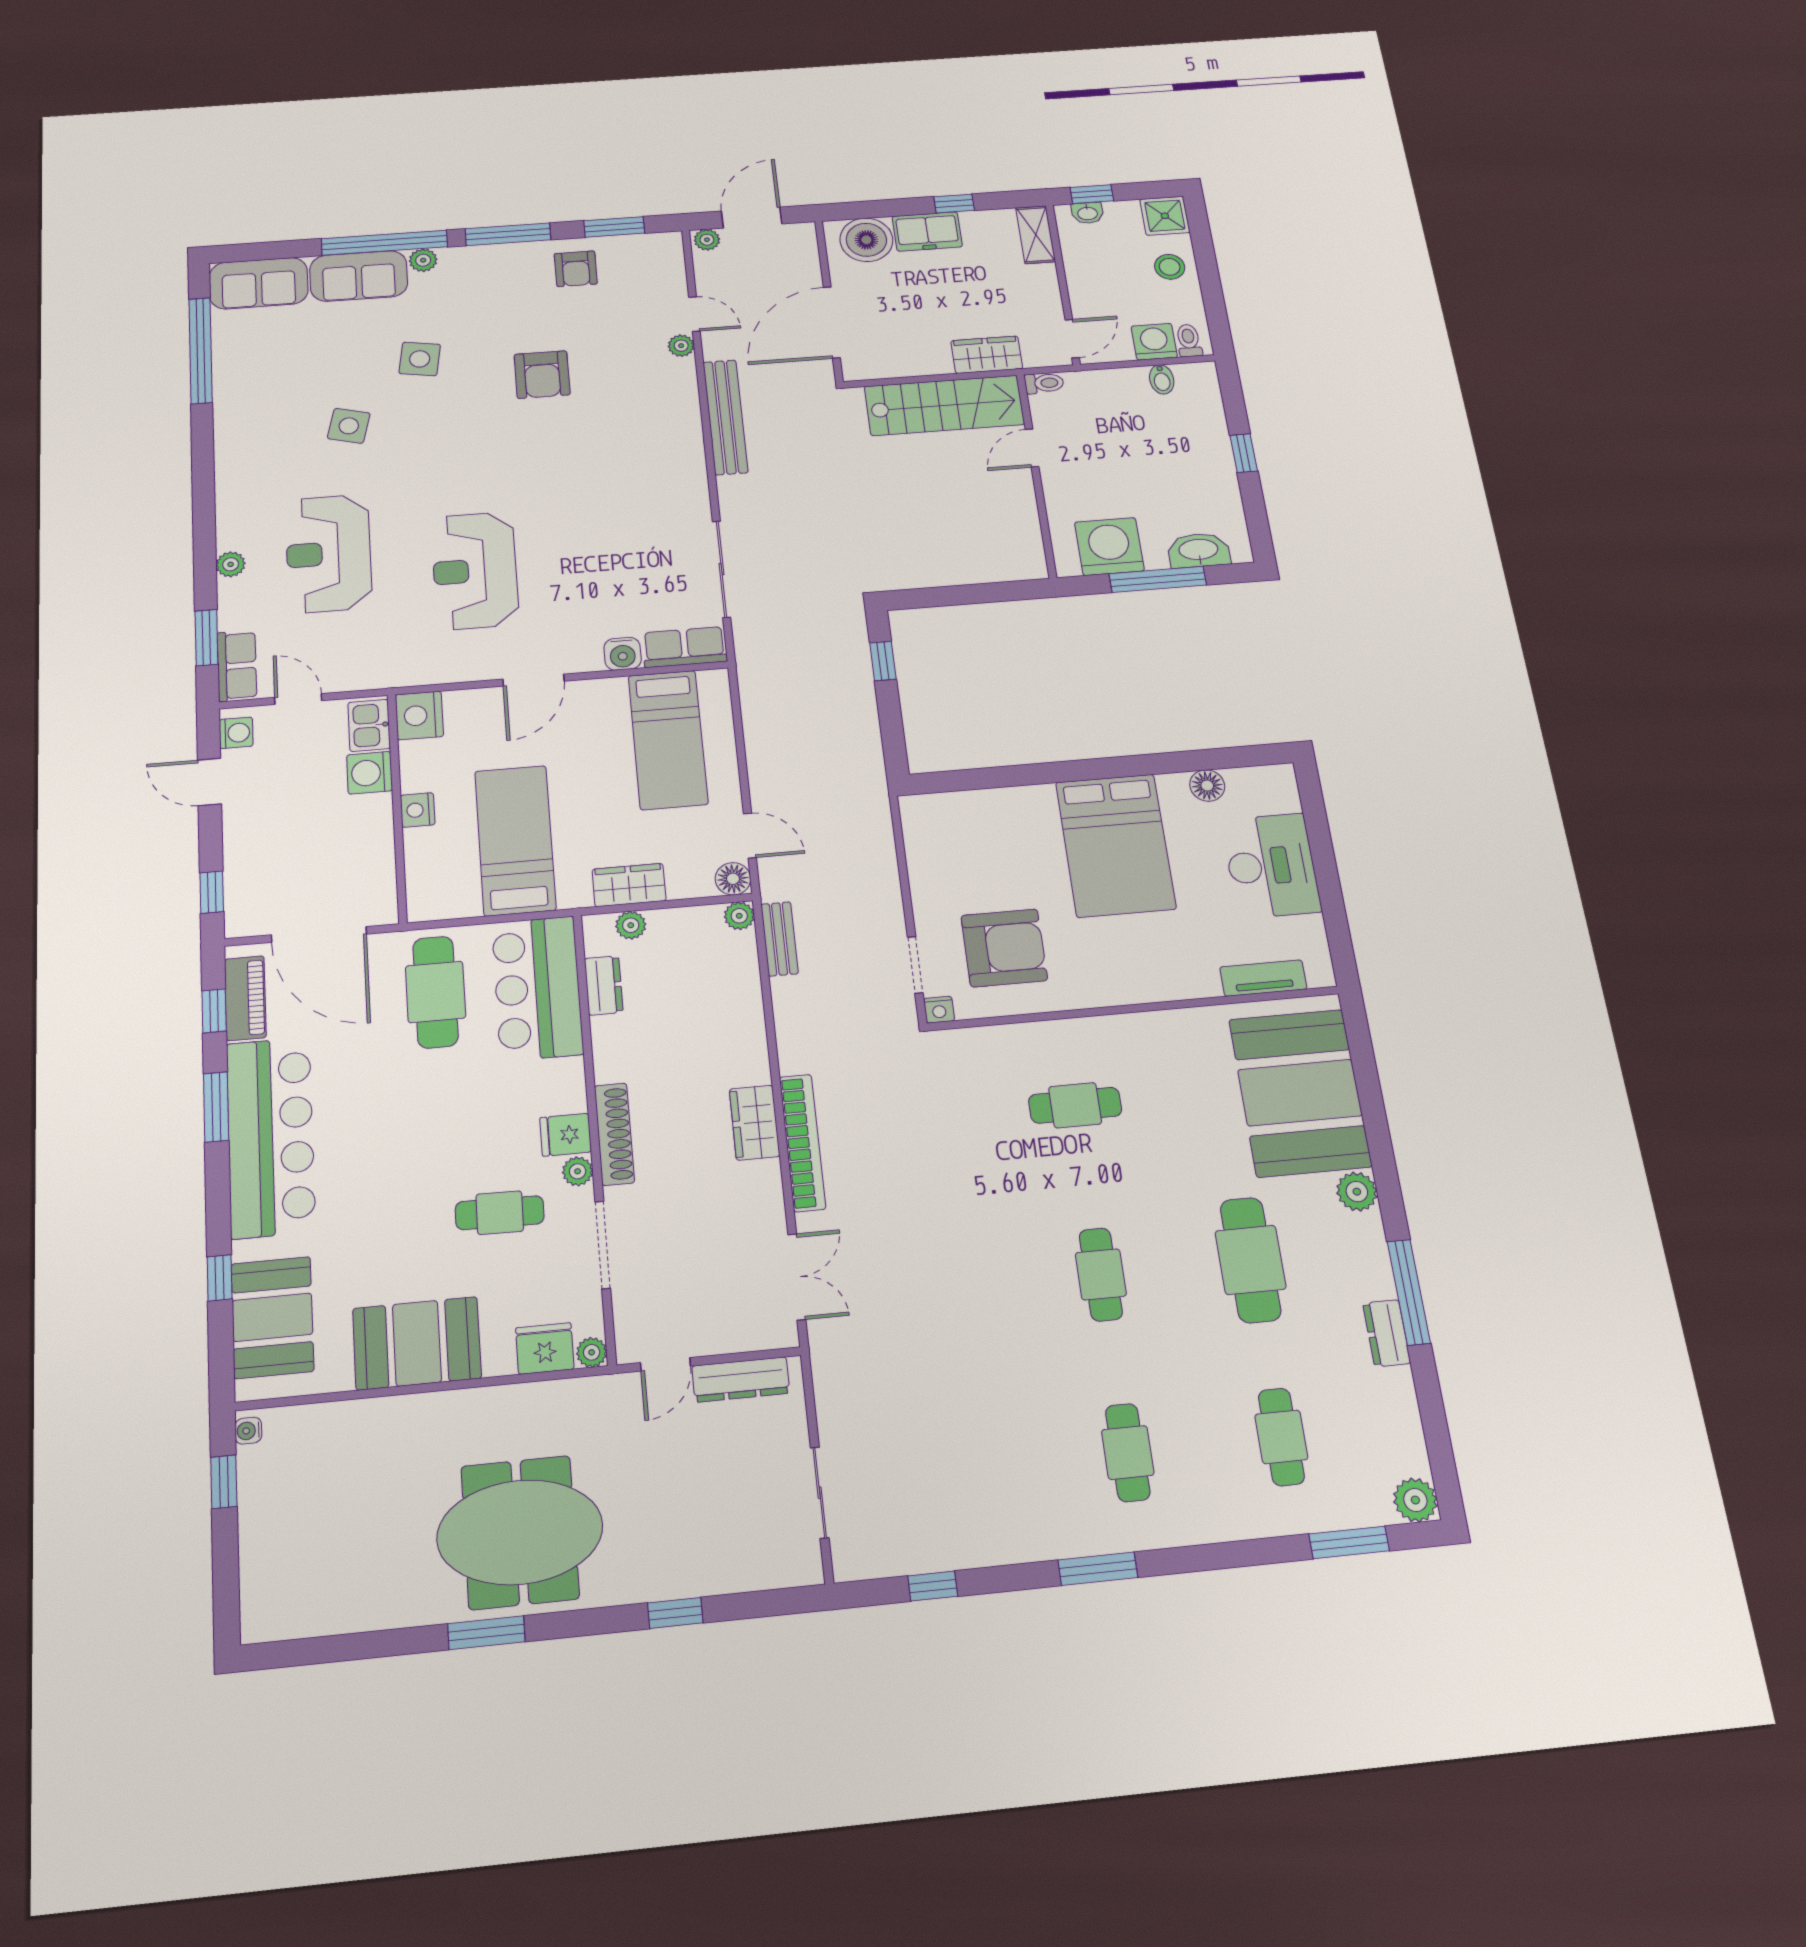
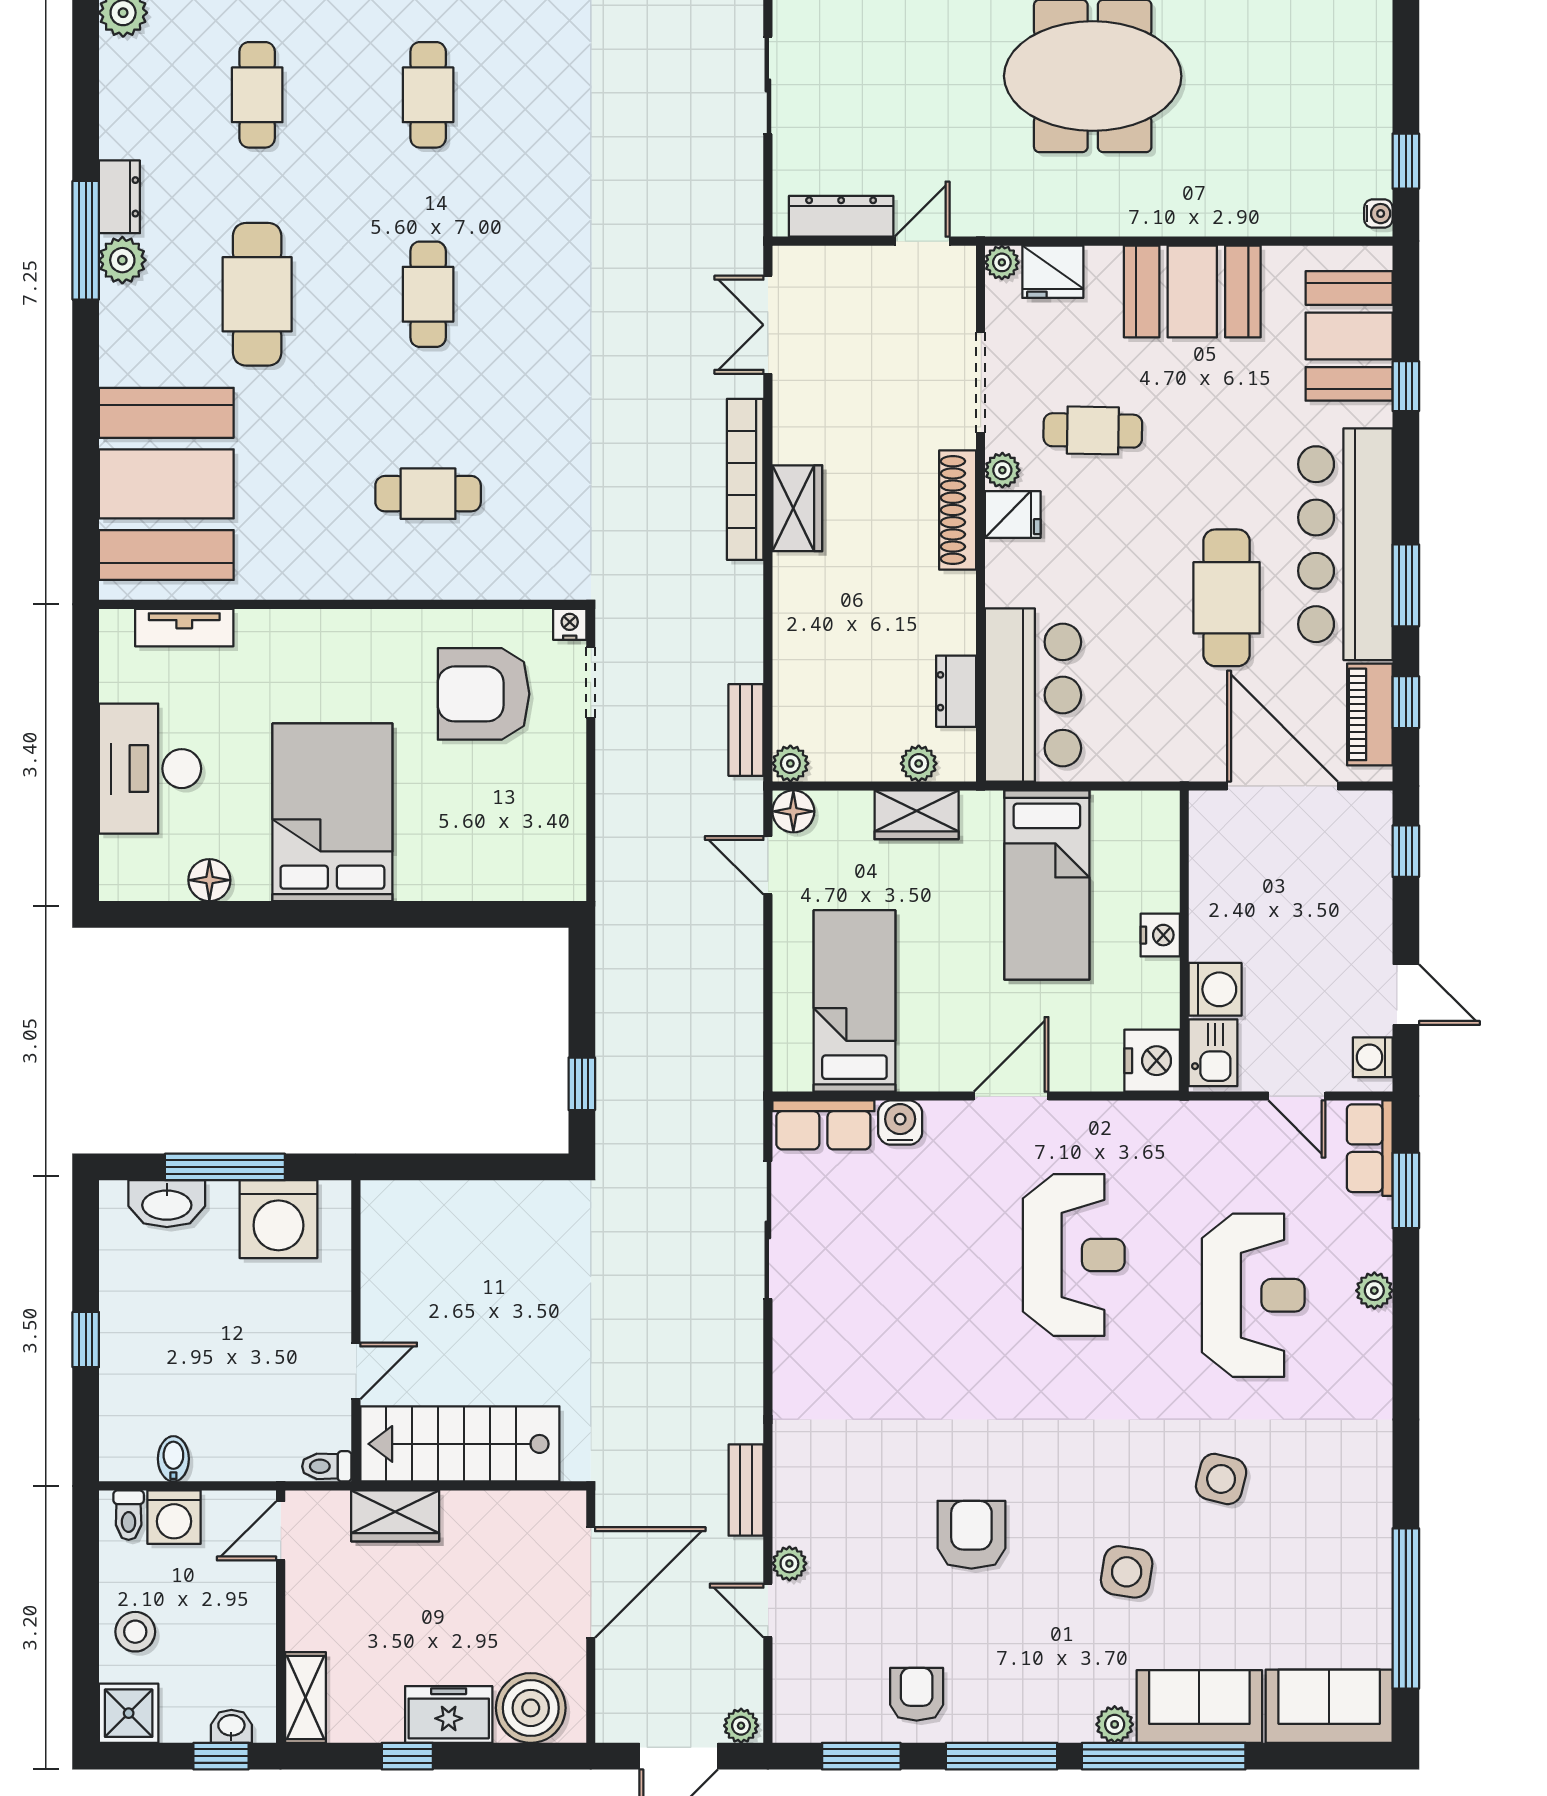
bench: (725, 417) -> (746, 1490), width x0.54, depth x0.82
cafe table: (435, 992) -> (1227, 598), moved
plant: (1357, 1192) -> (122, 260), moved

